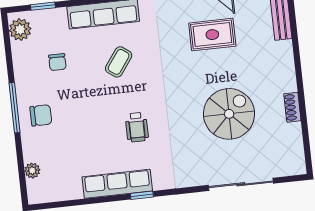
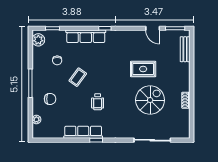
rug: (212, 35) -> (143, 69), moved
coffee table: (119, 62) -> (78, 77), moved
chair: (41, 115) -> (50, 99), moved

